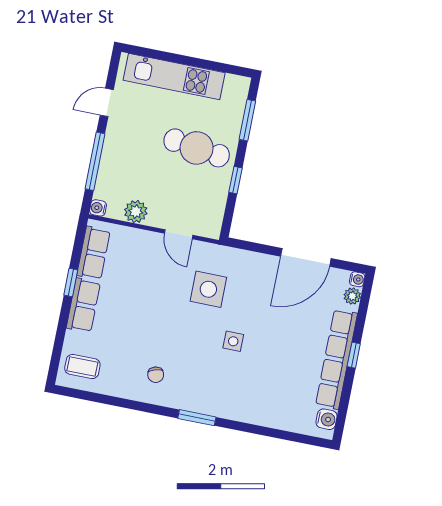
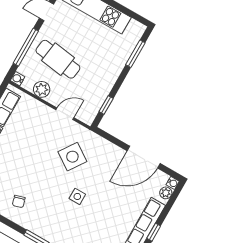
cafe table: (197, 148) -> (58, 59), moved
window: (235, 180) -> (106, 105), moved
door: (179, 234) -> (65, 114), swing flipped
side table: (208, 289) -> (72, 157), turned 34

